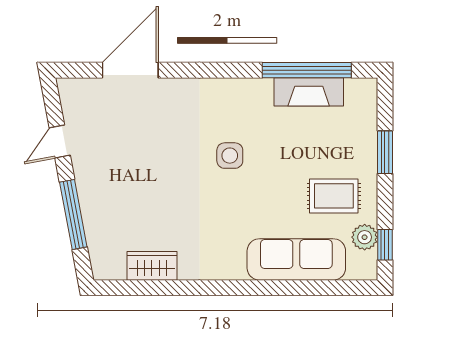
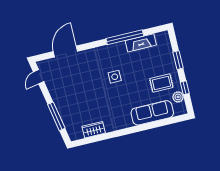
window: (307, 70) -> (125, 37), moved
door: (60, 142) -> (39, 77), moved
window: (385, 245) -> (185, 88), moved

